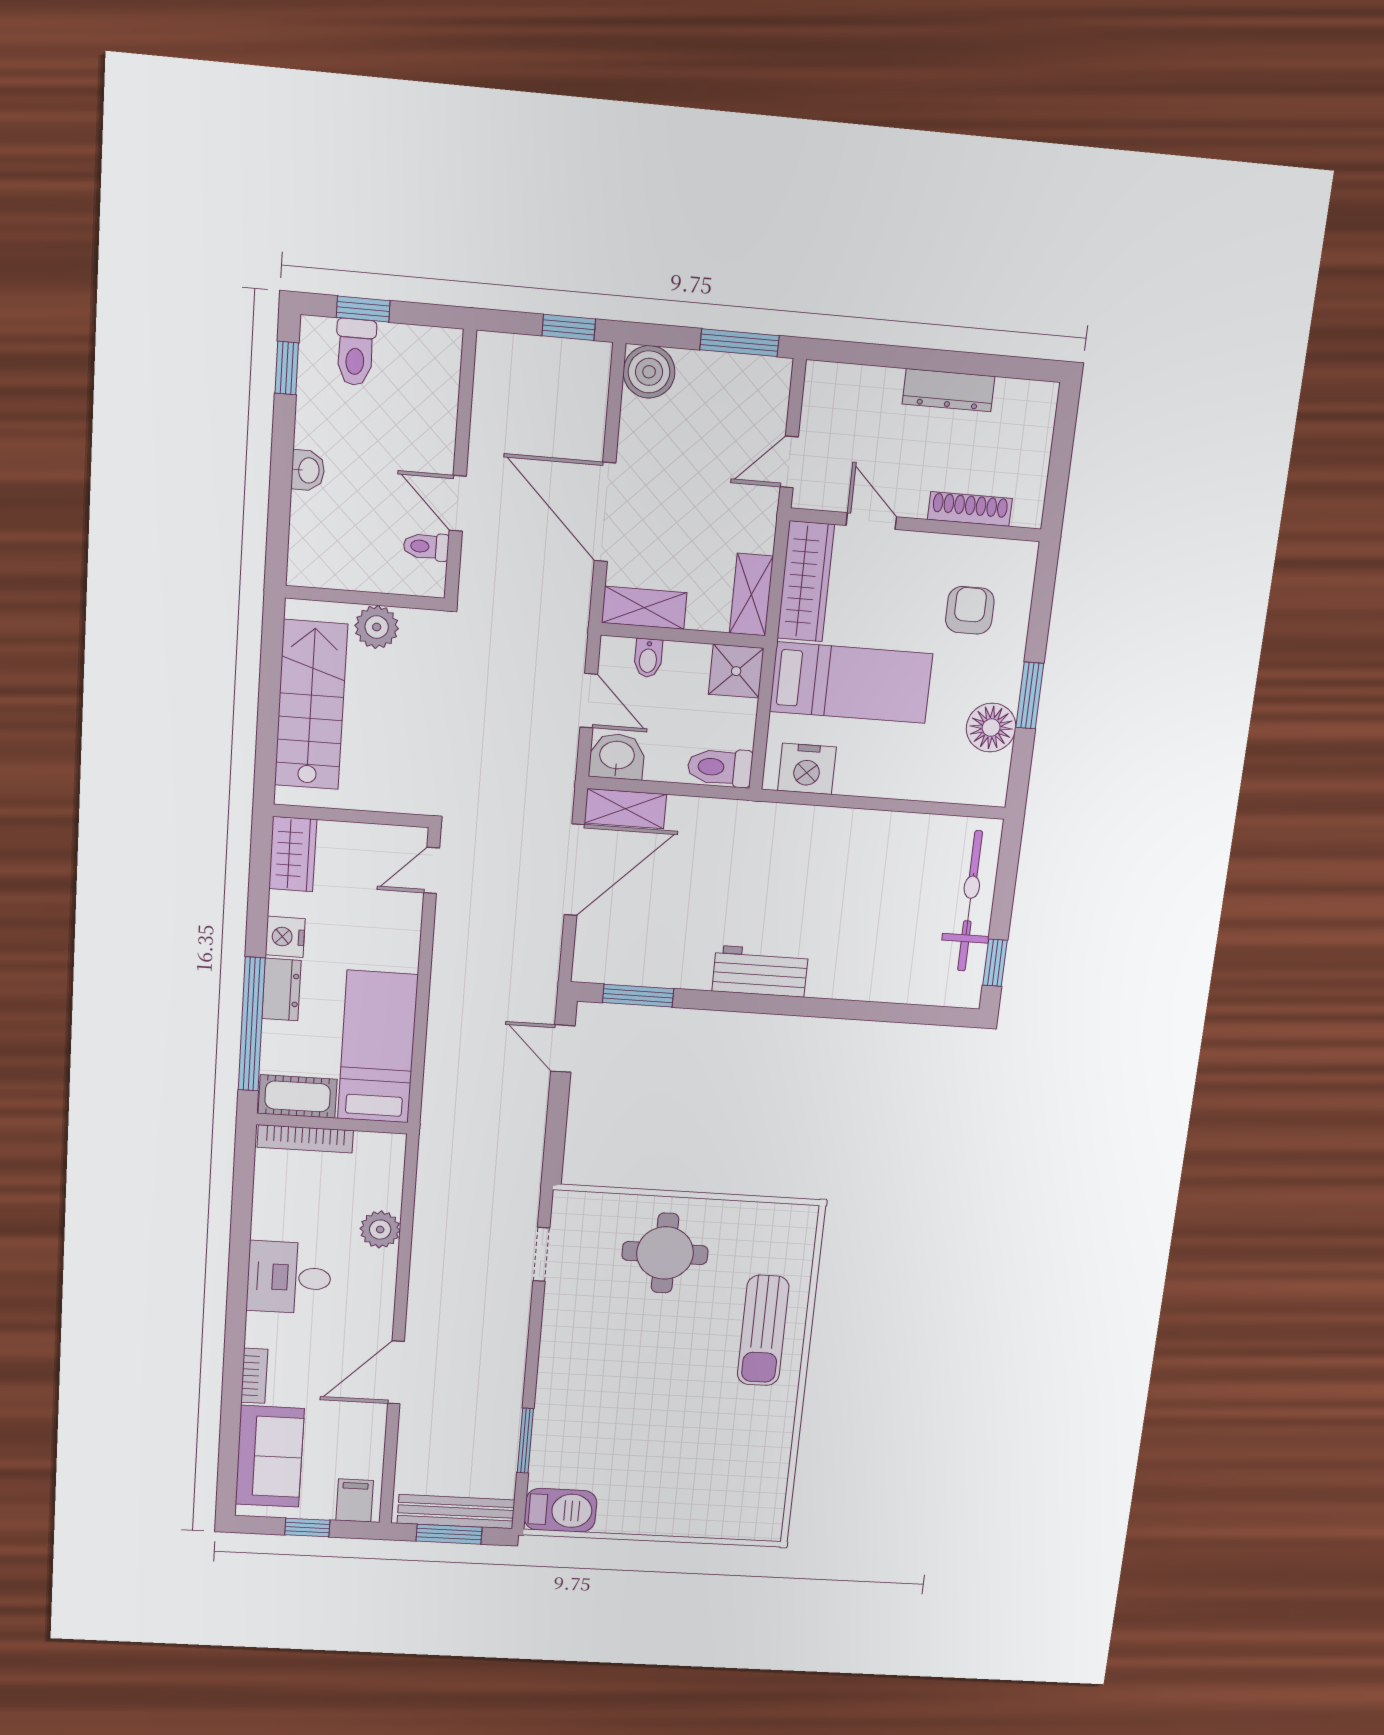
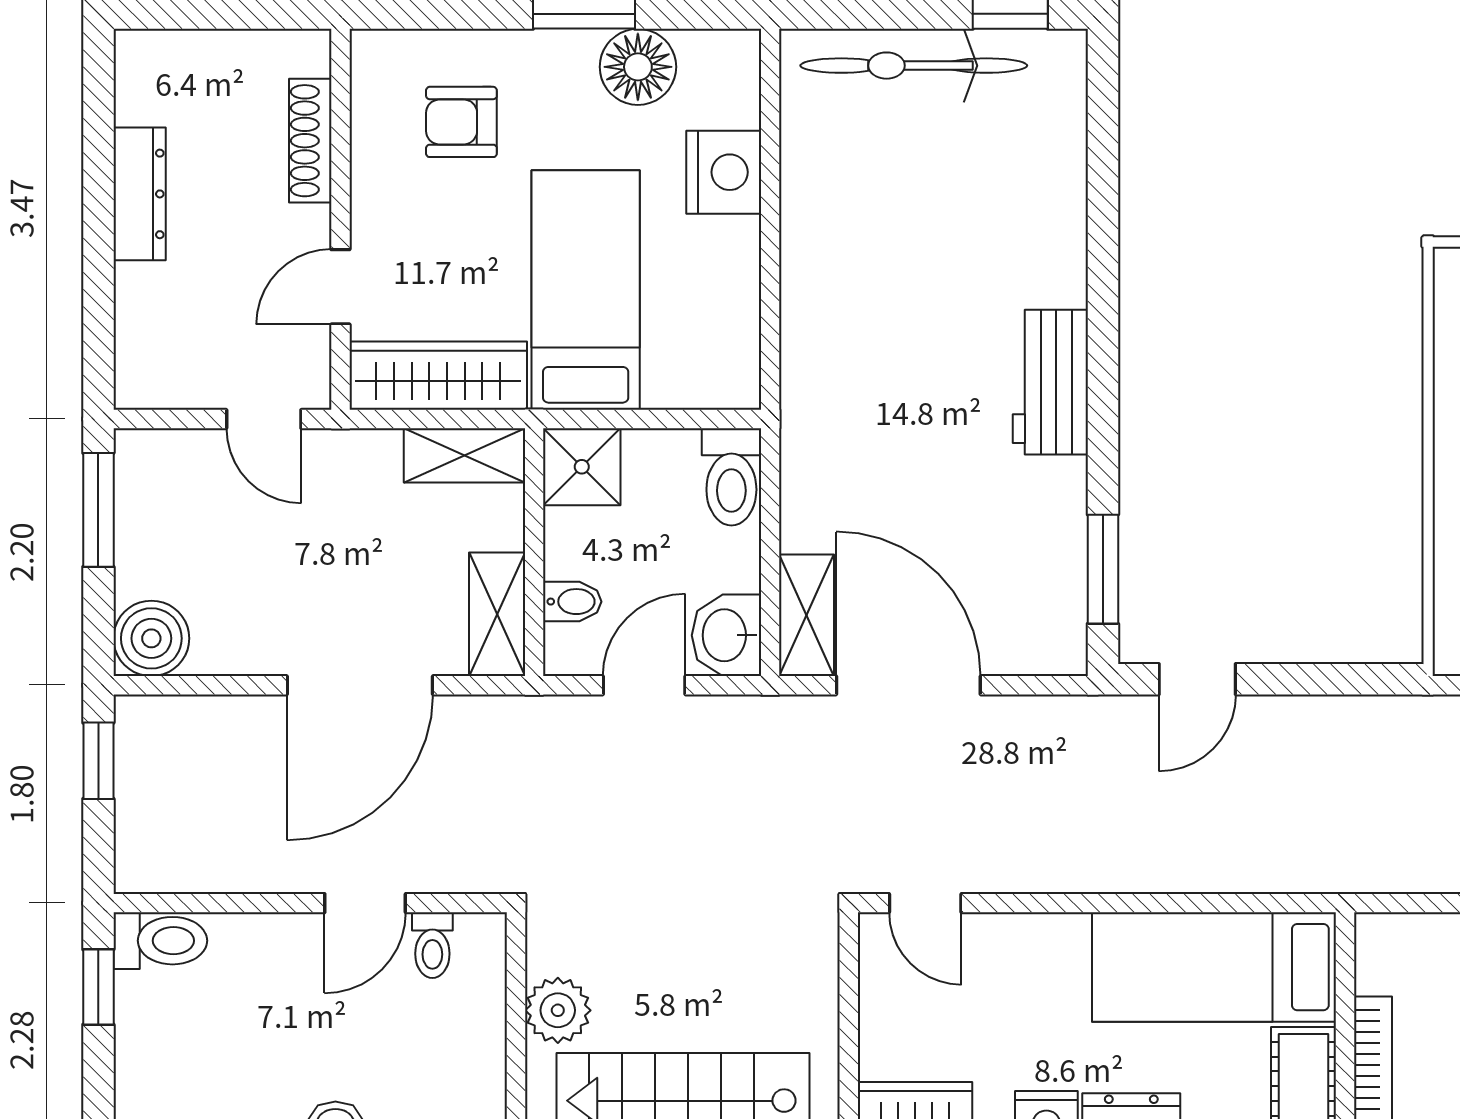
window: (363, 309) -> (98, 987), moved
toilet: (355, 352) -> (160, 941), moved
nightstand: (807, 769) -> (724, 172), moved

